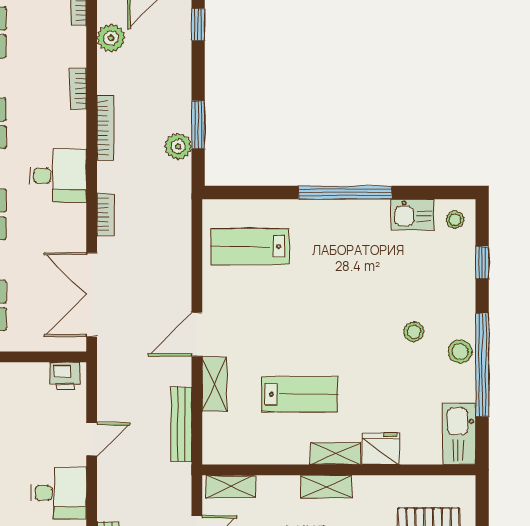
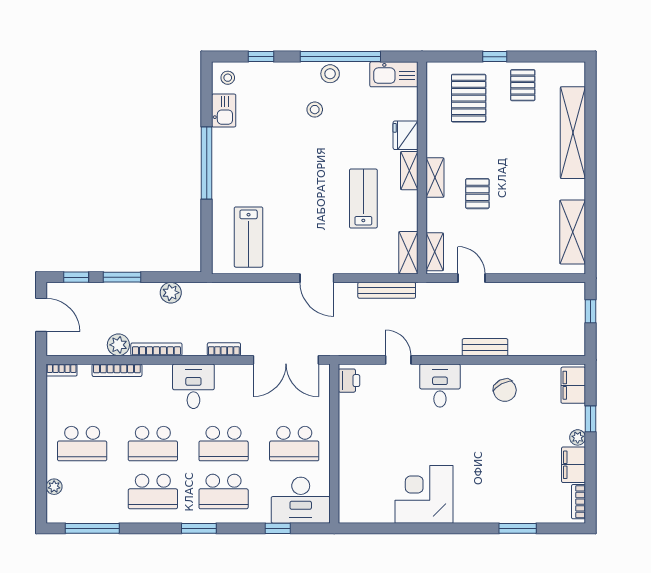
plant: (111, 38) -> (118, 345), moved
bookcase: (78, 89) -> (117, 370), width x1.56
window: (198, 125) -> (122, 277), moved
shelving: (214, 384) -> (408, 253), moved, turned 90

